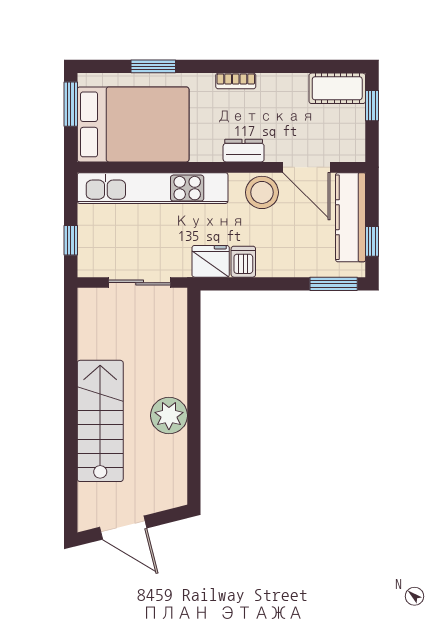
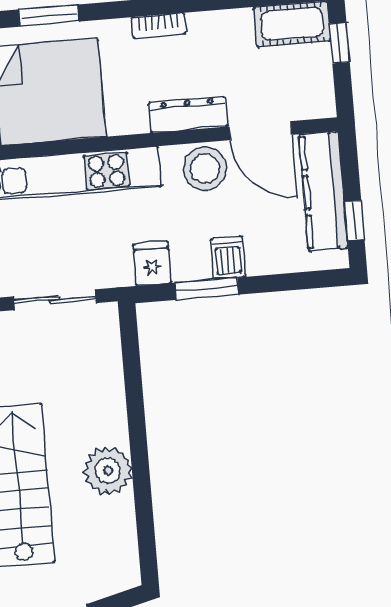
dresser: (244, 151) -> (188, 115), width x1.44
fridge: (211, 261) -> (152, 264), width x0.72
dishwasher: (243, 262) -> (228, 258), moved
window: (334, 284) -> (207, 289), moved

